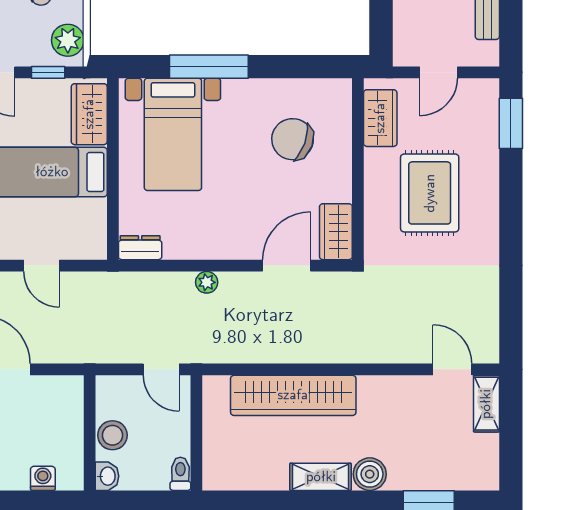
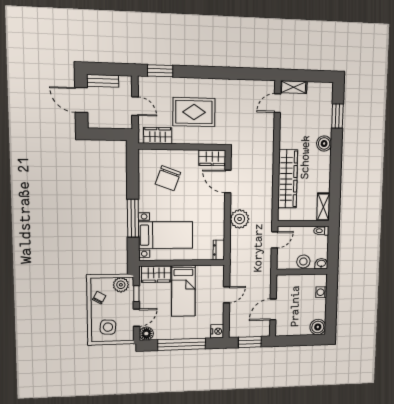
plant: (207, 282) -> (240, 219), width x1.87, depth x1.87
shelving: (321, 477) -> (323, 207), moved

